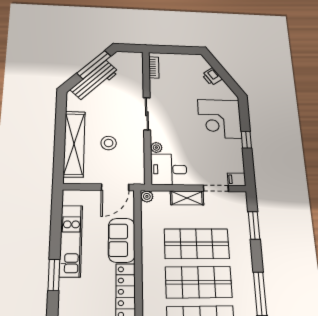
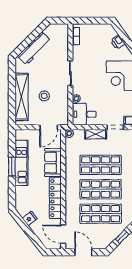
window: (94, 65) -> (33, 36), removed
window: (54, 275) -> (12, 167), moved

